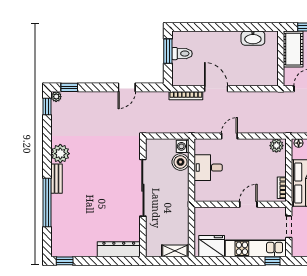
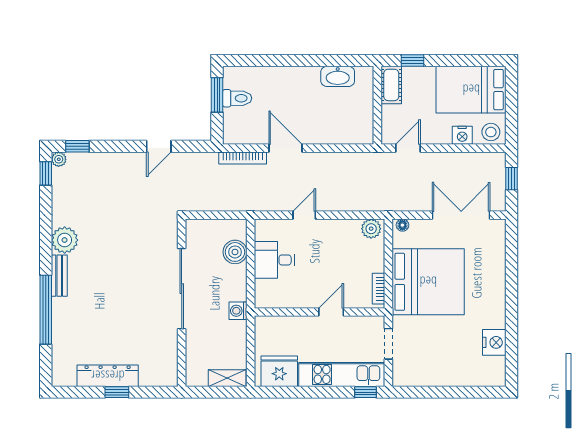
cot: (293, 49) -> (391, 85), width x0.73, depth x0.75
washing machine: (183, 146) -> (238, 311), moved
dresser: (119, 249) -> (108, 376), moved
window: (65, 261) -> (117, 392), moved

